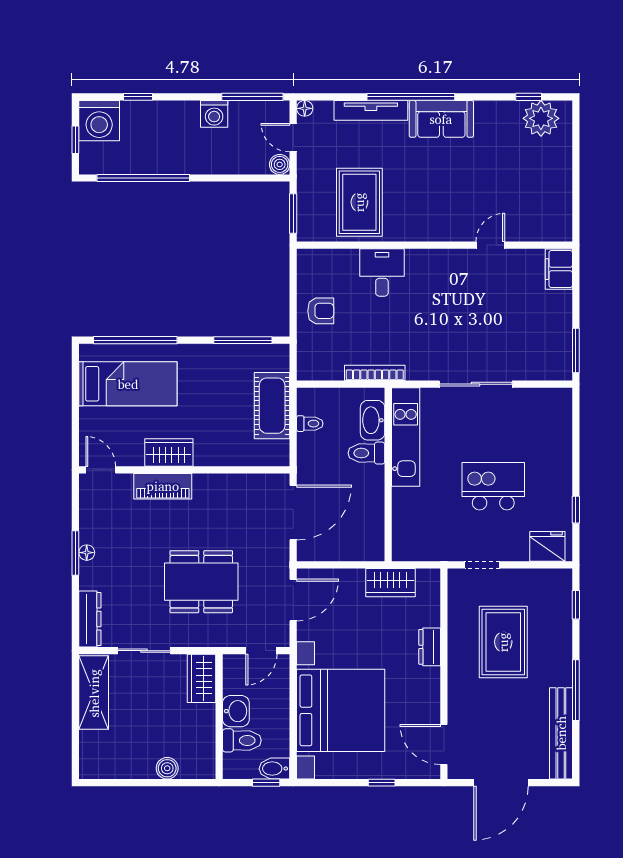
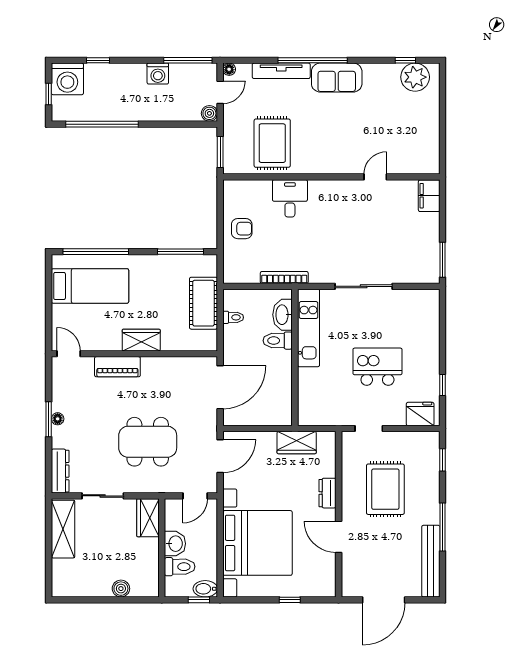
door: (293, 138) -> (220, 92), swing flipped
wardrobe: (169, 452) -> (141, 340), moved
door: (444, 745) -> (339, 537), moved

